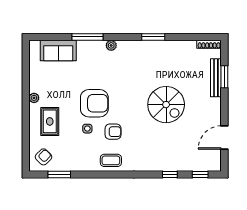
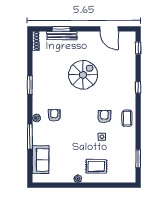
armchair: (94, 103) -> (54, 115), moved, width x0.53, depth x0.53
armchair: (43, 157) -> (124, 171), removed
window: (170, 175) -> (138, 88), moved

